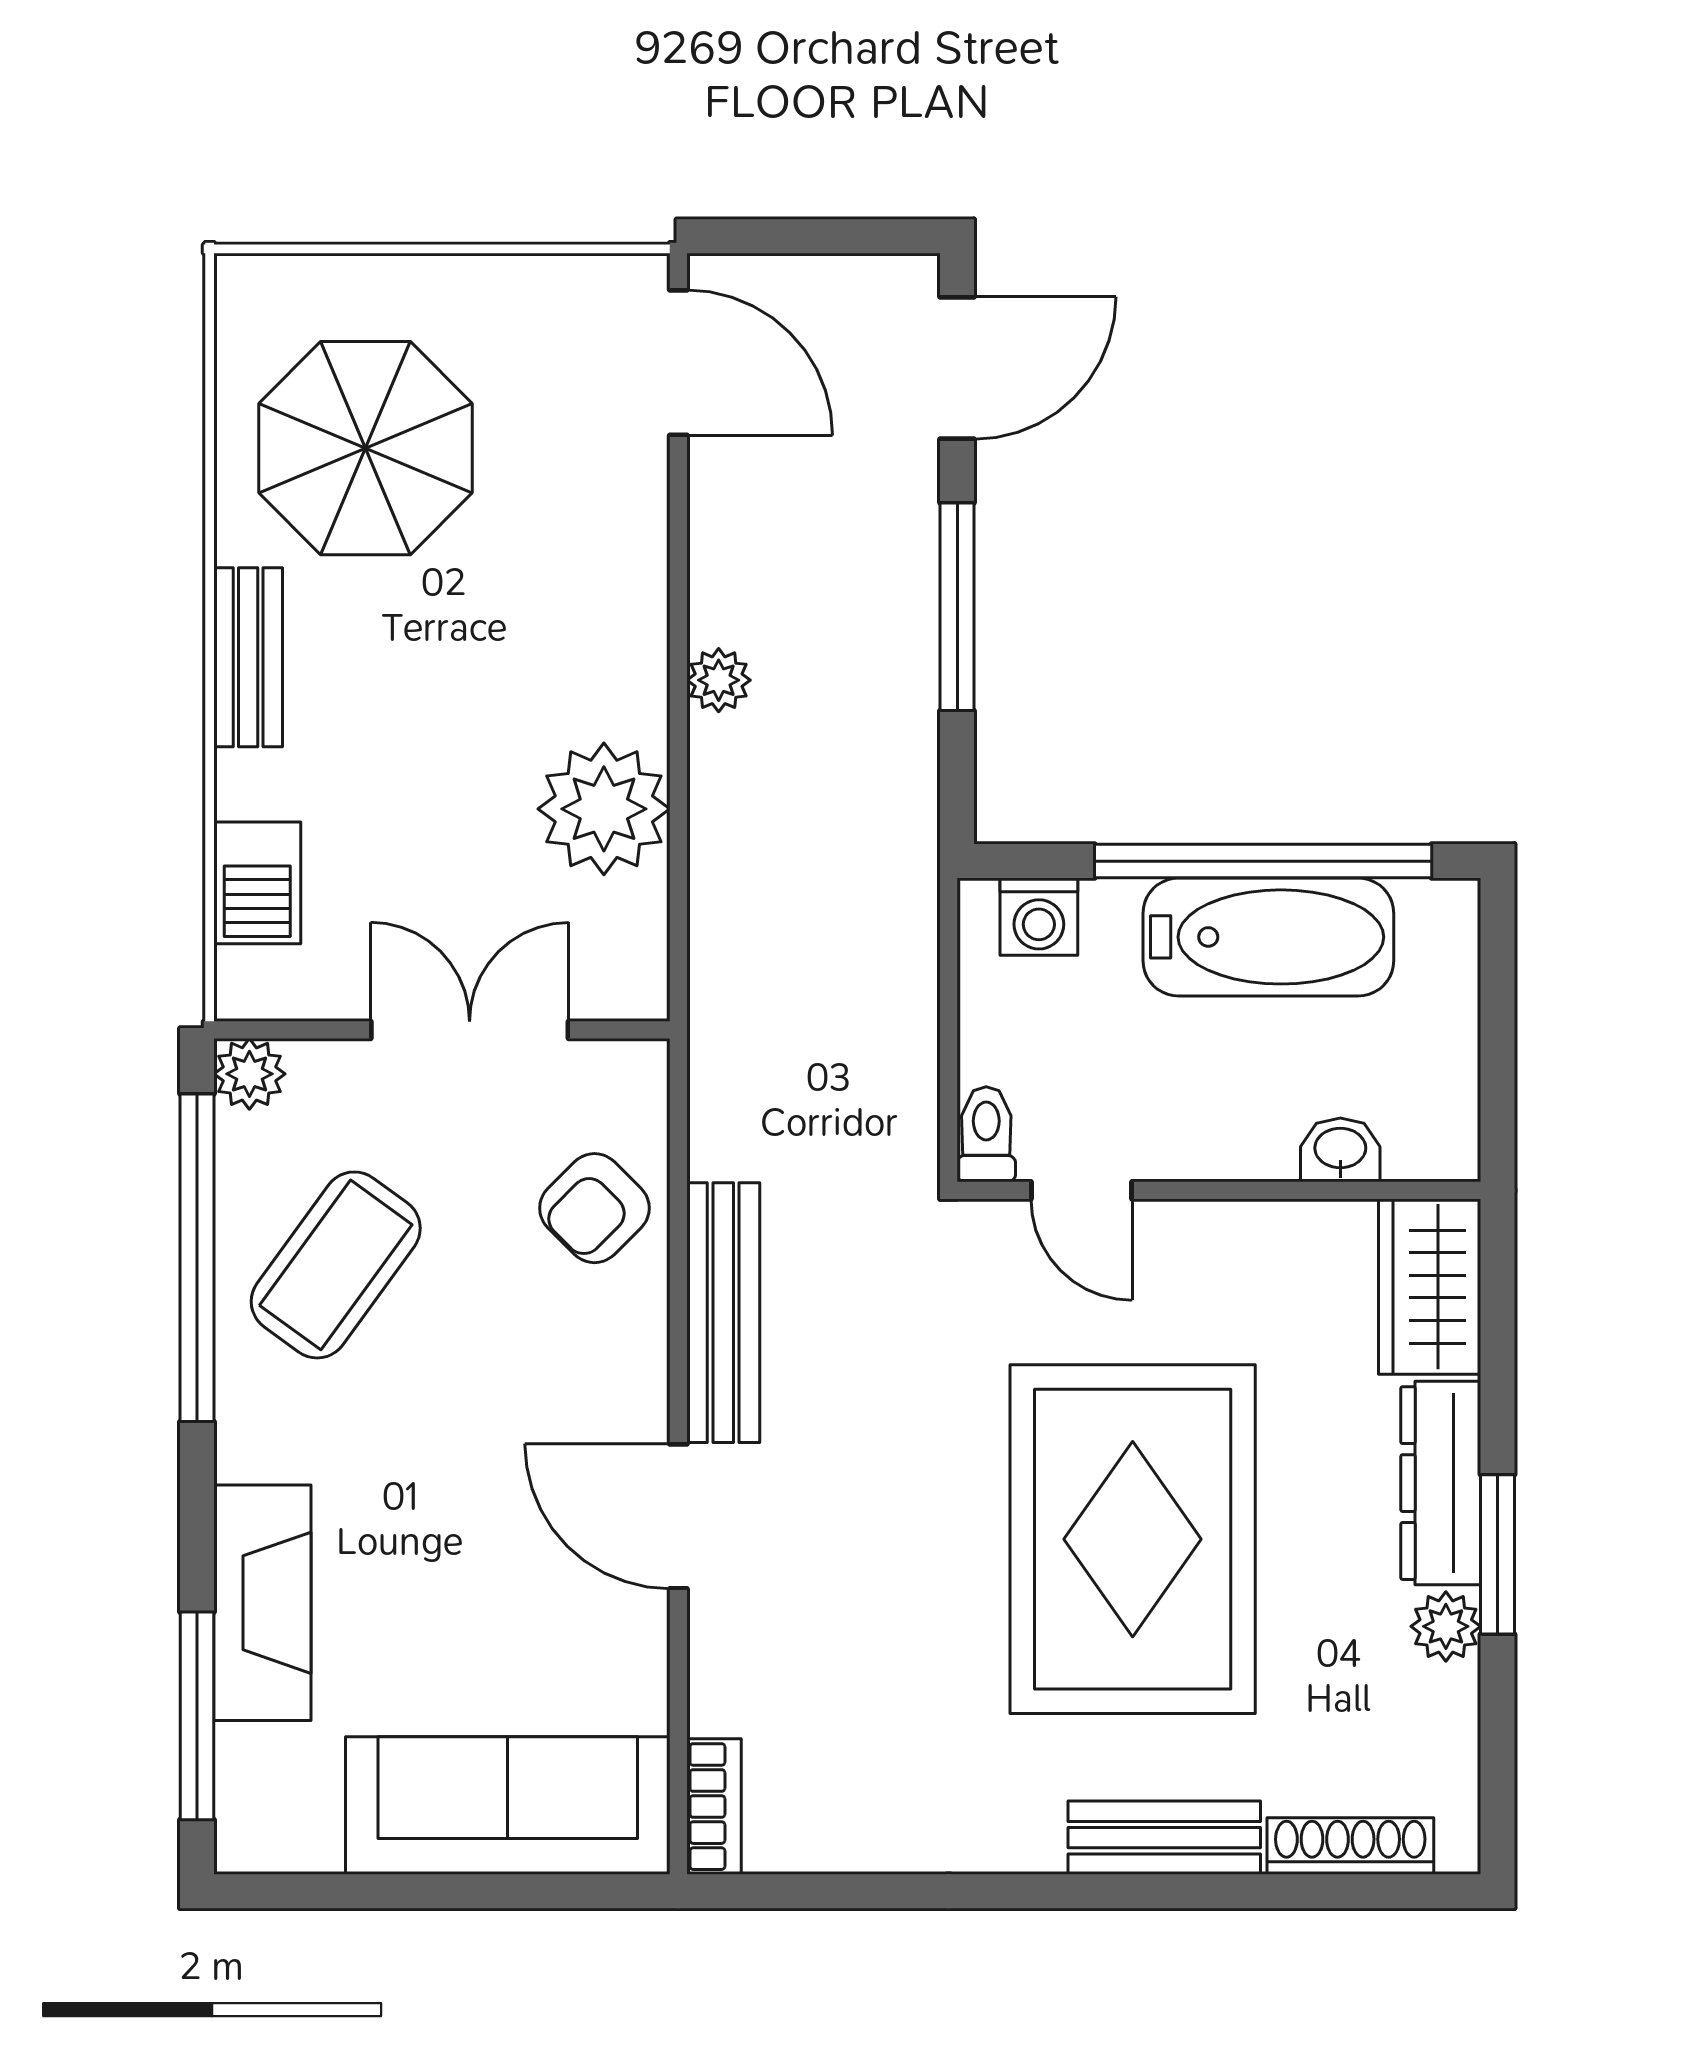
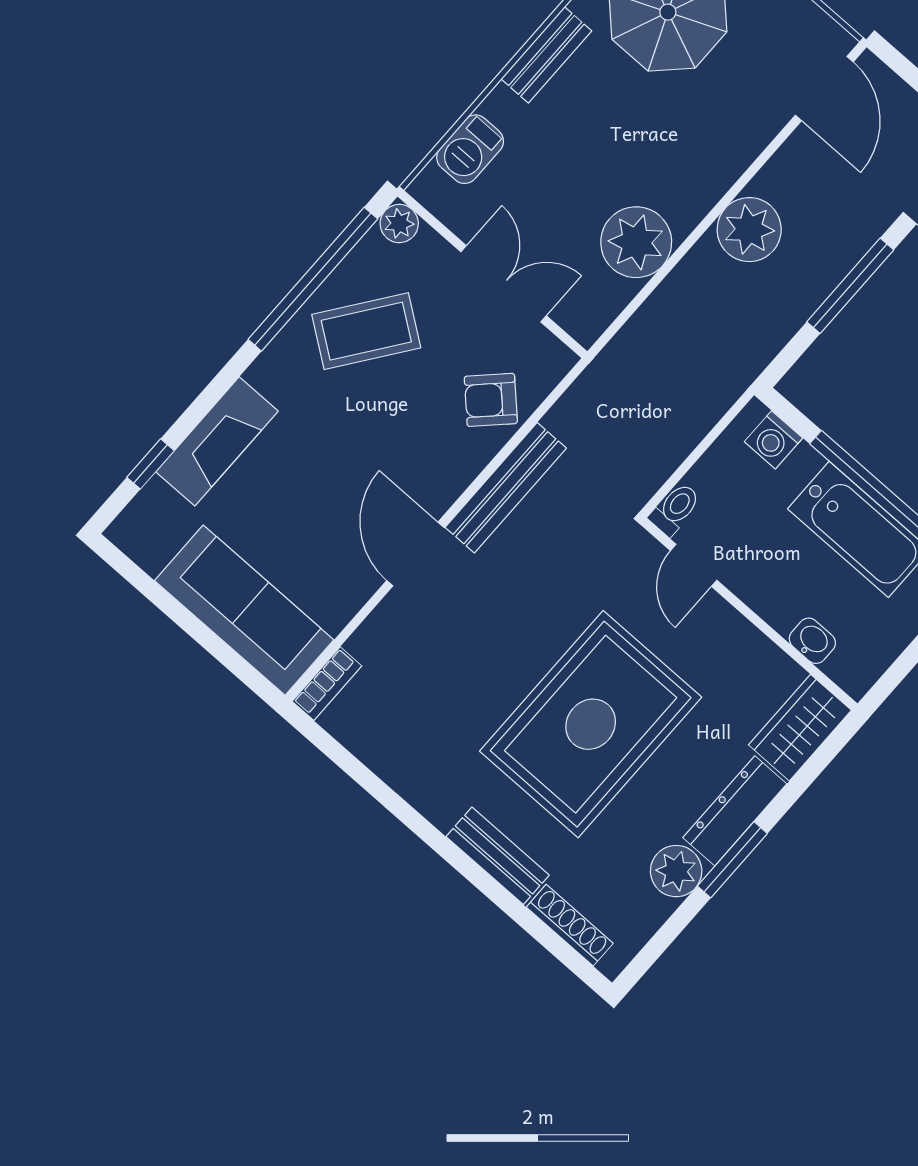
plant: (719, 680) -> (749, 230), width x1.88, depth x1.88
plant: (1446, 1626) -> (676, 871), width x1.38, depth x1.38
window: (197, 1716) -> (151, 464), width x0.46

